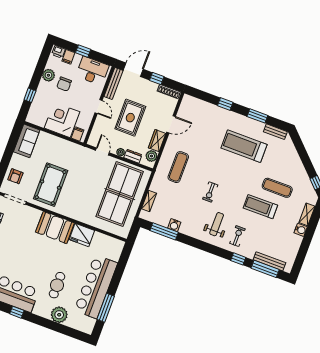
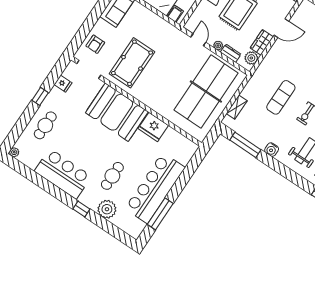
exercise mat: (178, 167) -> (281, 97), moved
water cooler: (174, 225) -> (272, 150), moved
booth: (55, 228) -> (117, 112), width x1.36, depth x1.42
window: (17, 312) -> (81, 209), moved

